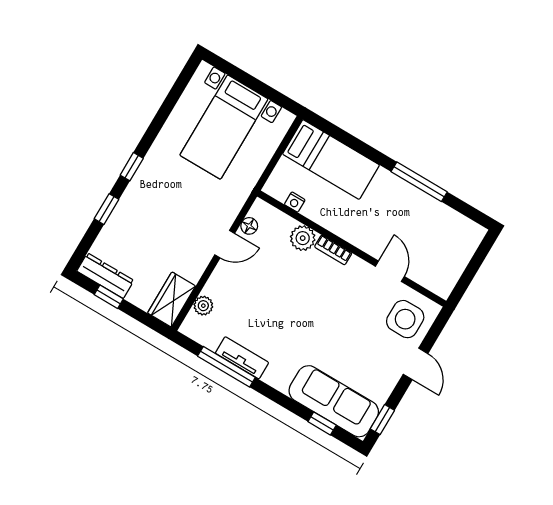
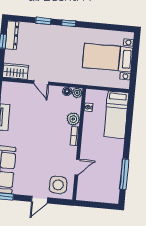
window: (419, 182) -> (124, 174), moved
door: (225, 244) -> (41, 83), moved
plant: (203, 306) -> (77, 93), moved

